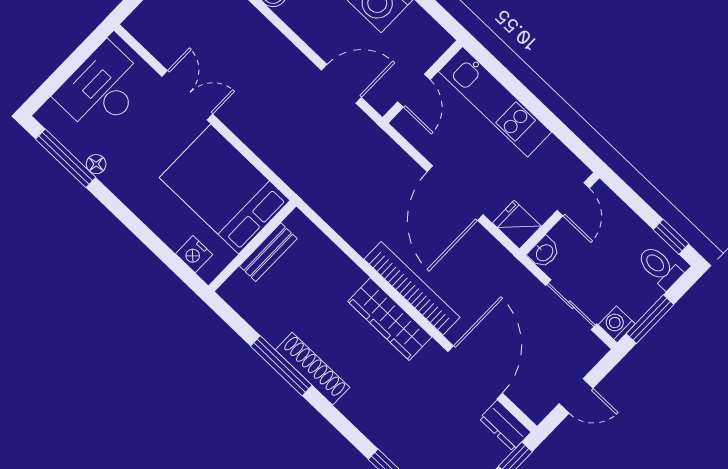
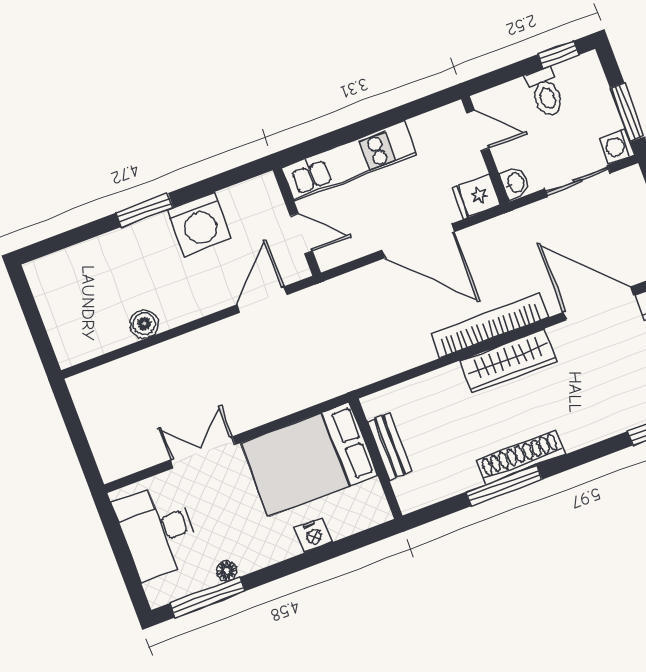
nightstand: (194, 254) -> (313, 535), moved
toilet: (660, 267) -> (546, 92), moved, turned -90

